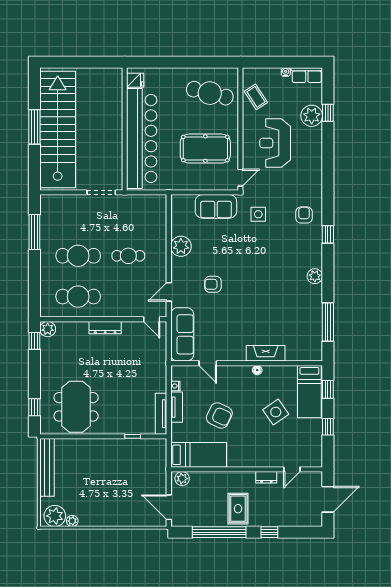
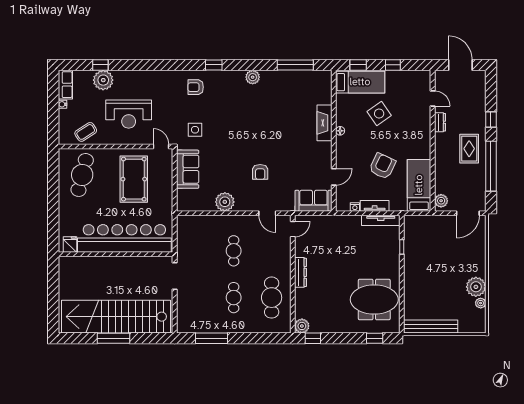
cafe table: (78, 256) -> (234, 298), width x0.73, depth x0.74
sofa: (182, 334) -> (313, 201), width x0.73
rug: (238, 509) -> (469, 149), turned 90
plant: (55, 516) -> (476, 287), moved

